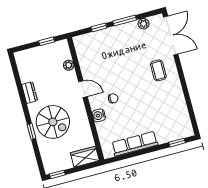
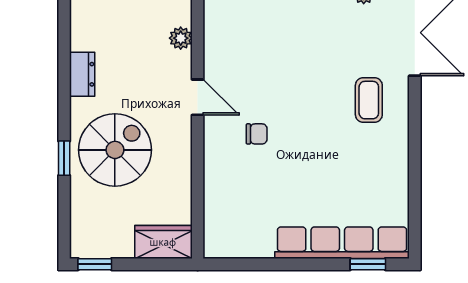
water cooler: (99, 115) -> (216, 162), removed
spiral stairs: (53, 122) -> (115, 150), turned -90
row of seats: (135, 144) -> (342, 243), moved, width x1.36

